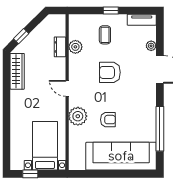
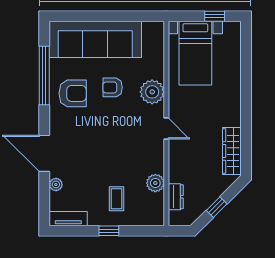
window: (21, 36) -> (217, 207), moved
dresser: (60, 47) -> (176, 197), moved
armchair: (110, 72) -> (73, 93), moved

